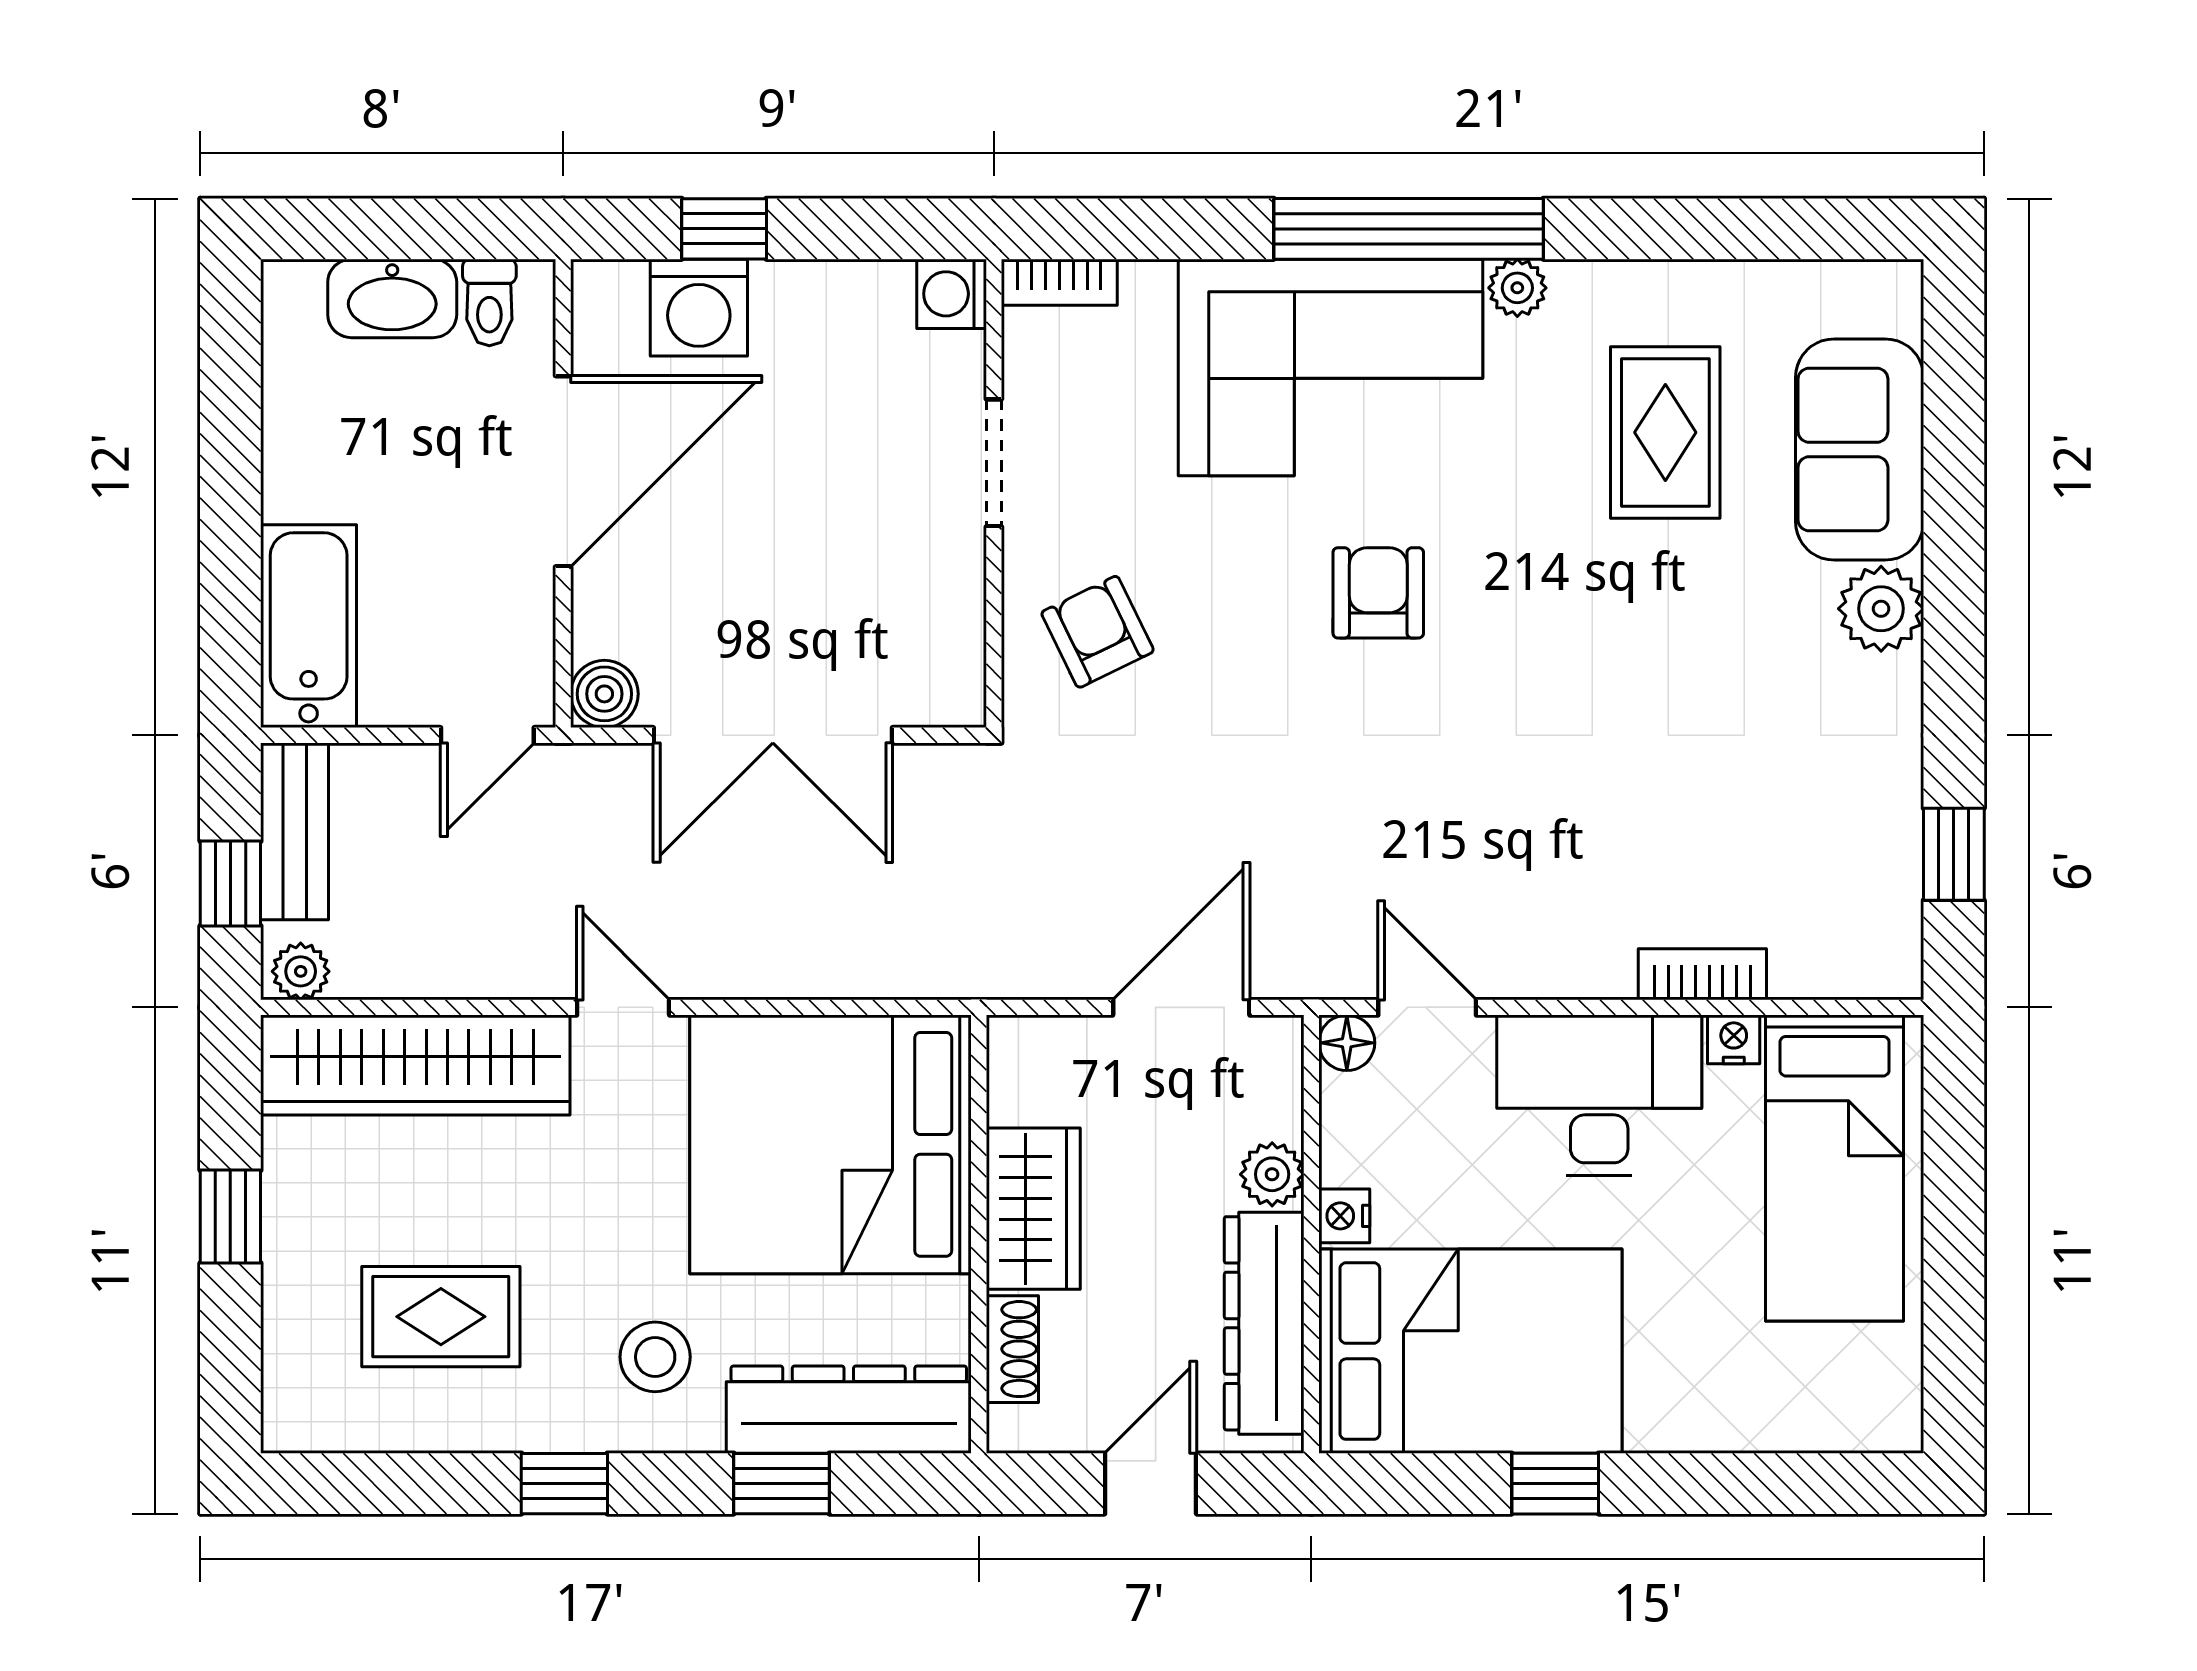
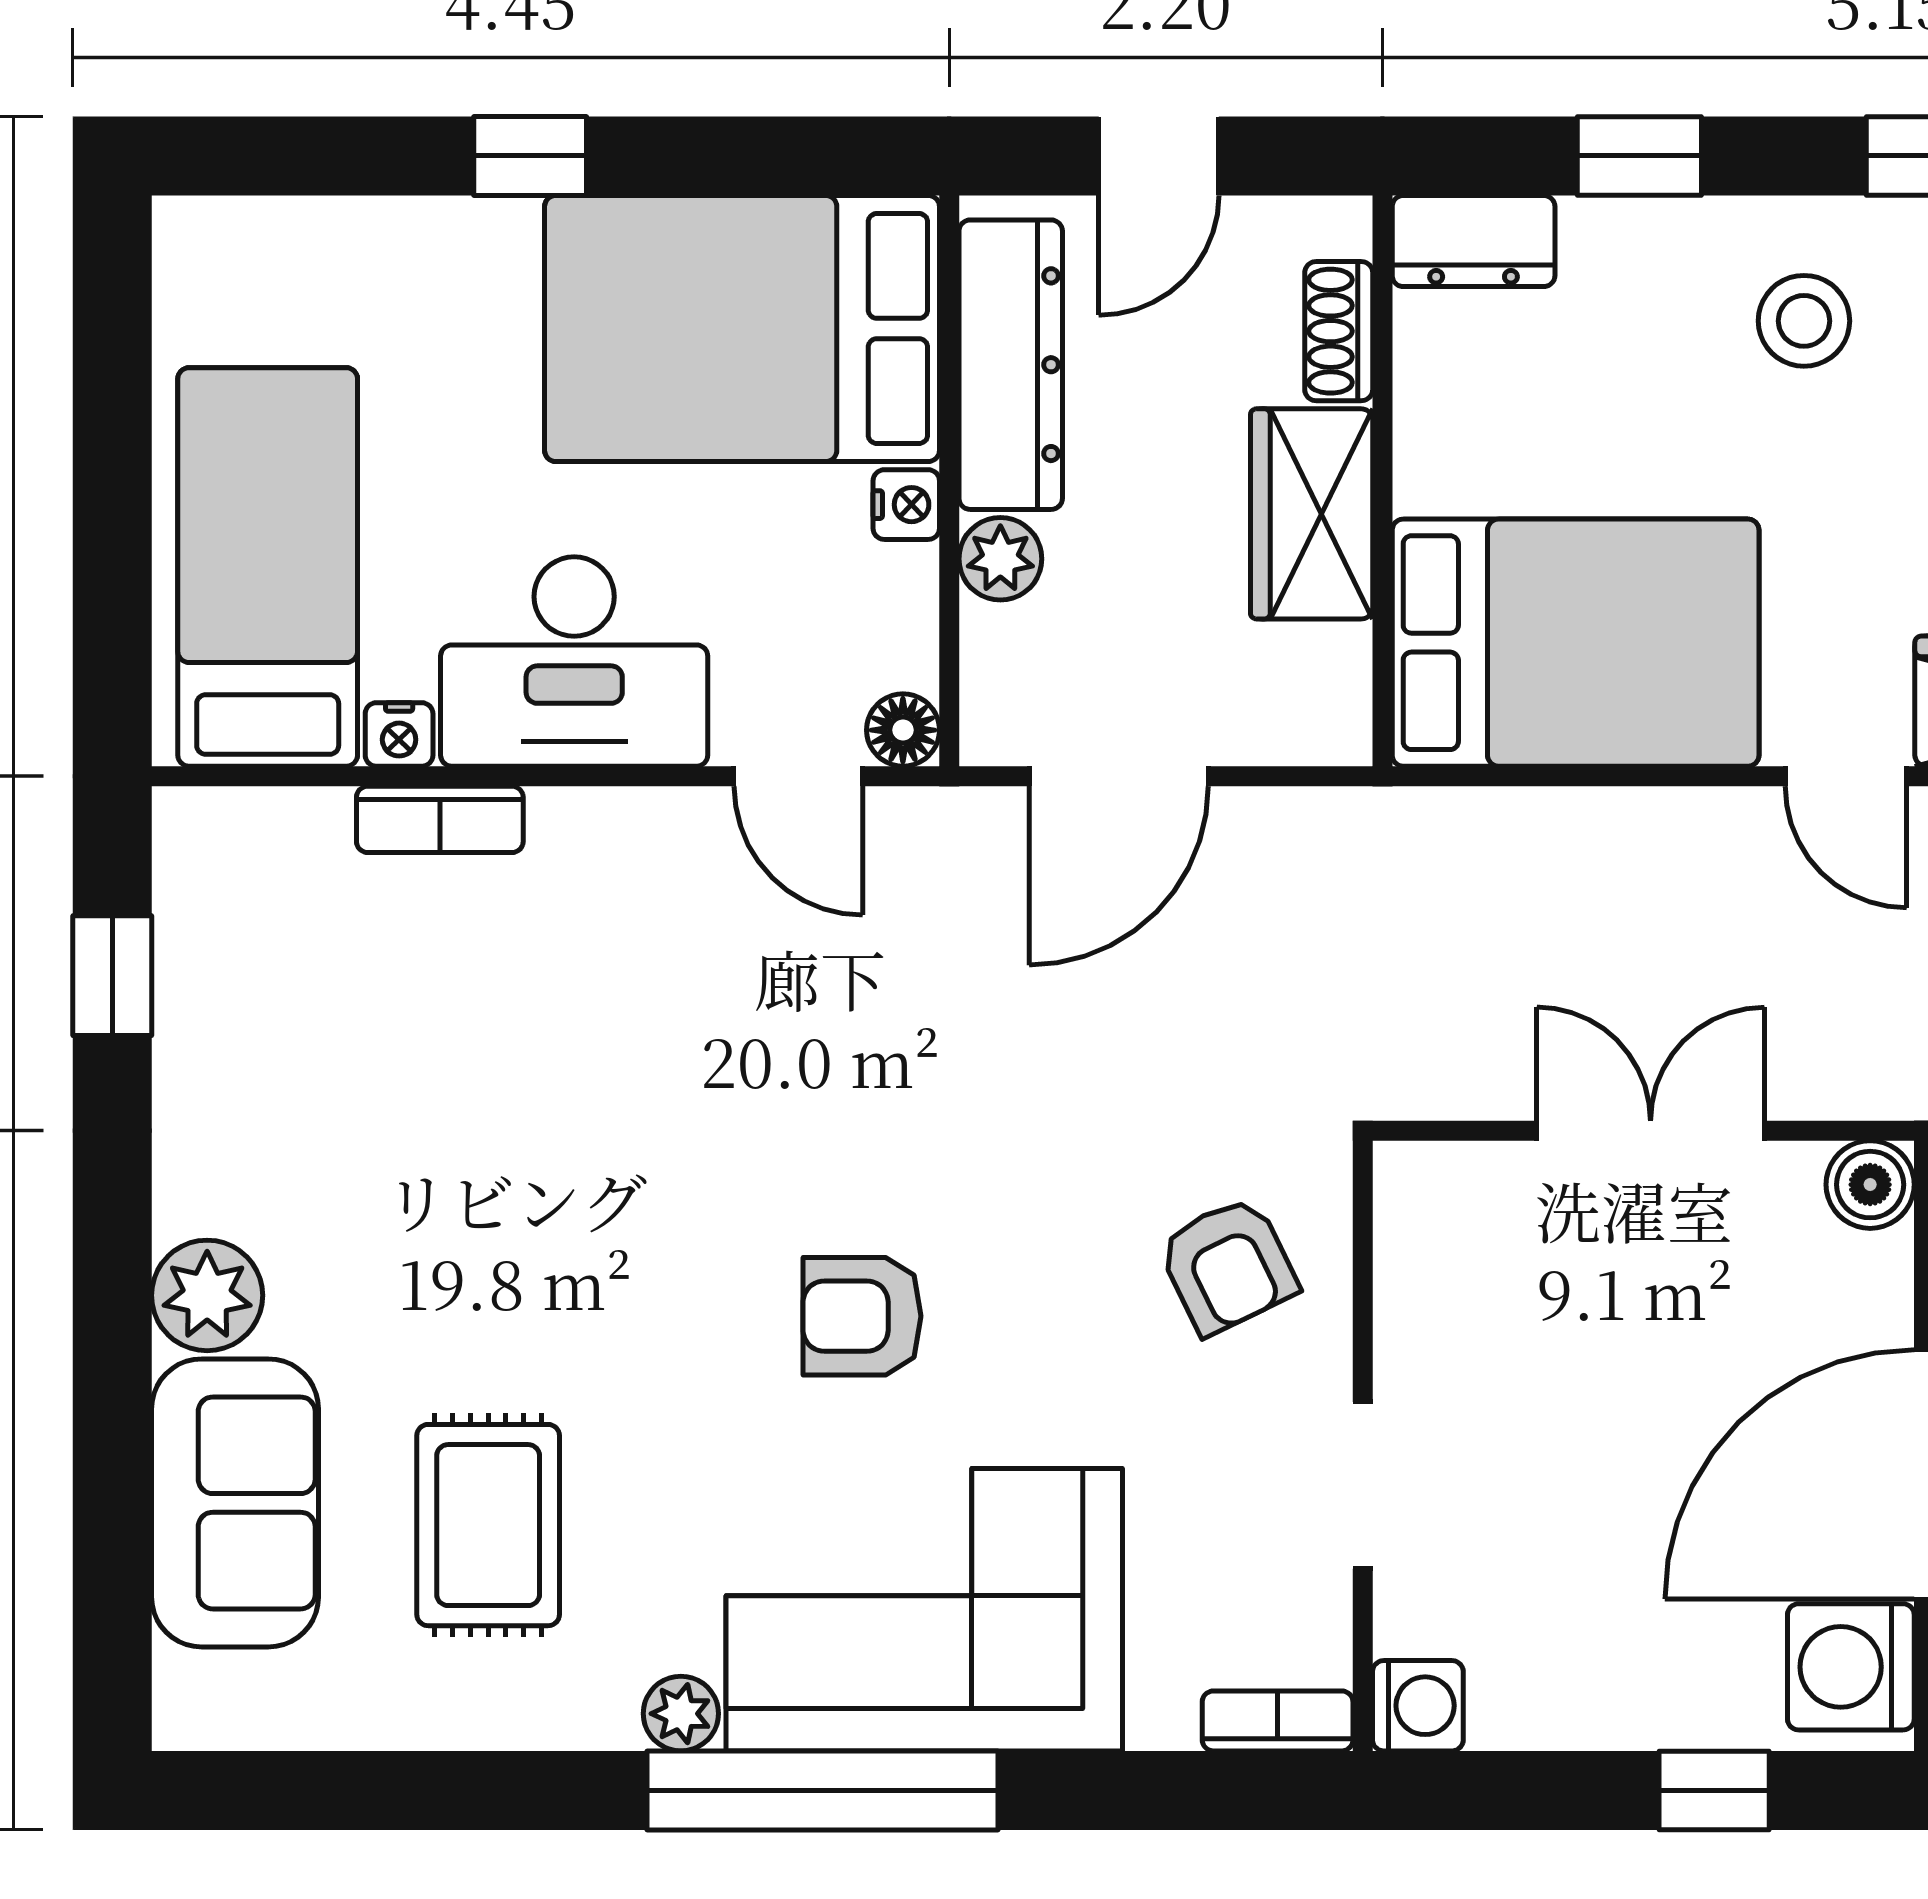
washing machine: (699, 308) -> (1851, 1667), moved, turned -90
armchair: (1378, 593) -> (862, 1316), turned 90
double door: (773, 735) -> (1651, 1131), width x0.73
bed: (831, 1144) -> (1576, 643), width x0.73
dresser: (849, 1410) -> (1474, 241), width x0.51, depth x0.80
window: (1555, 1484) -> (530, 156), moved

